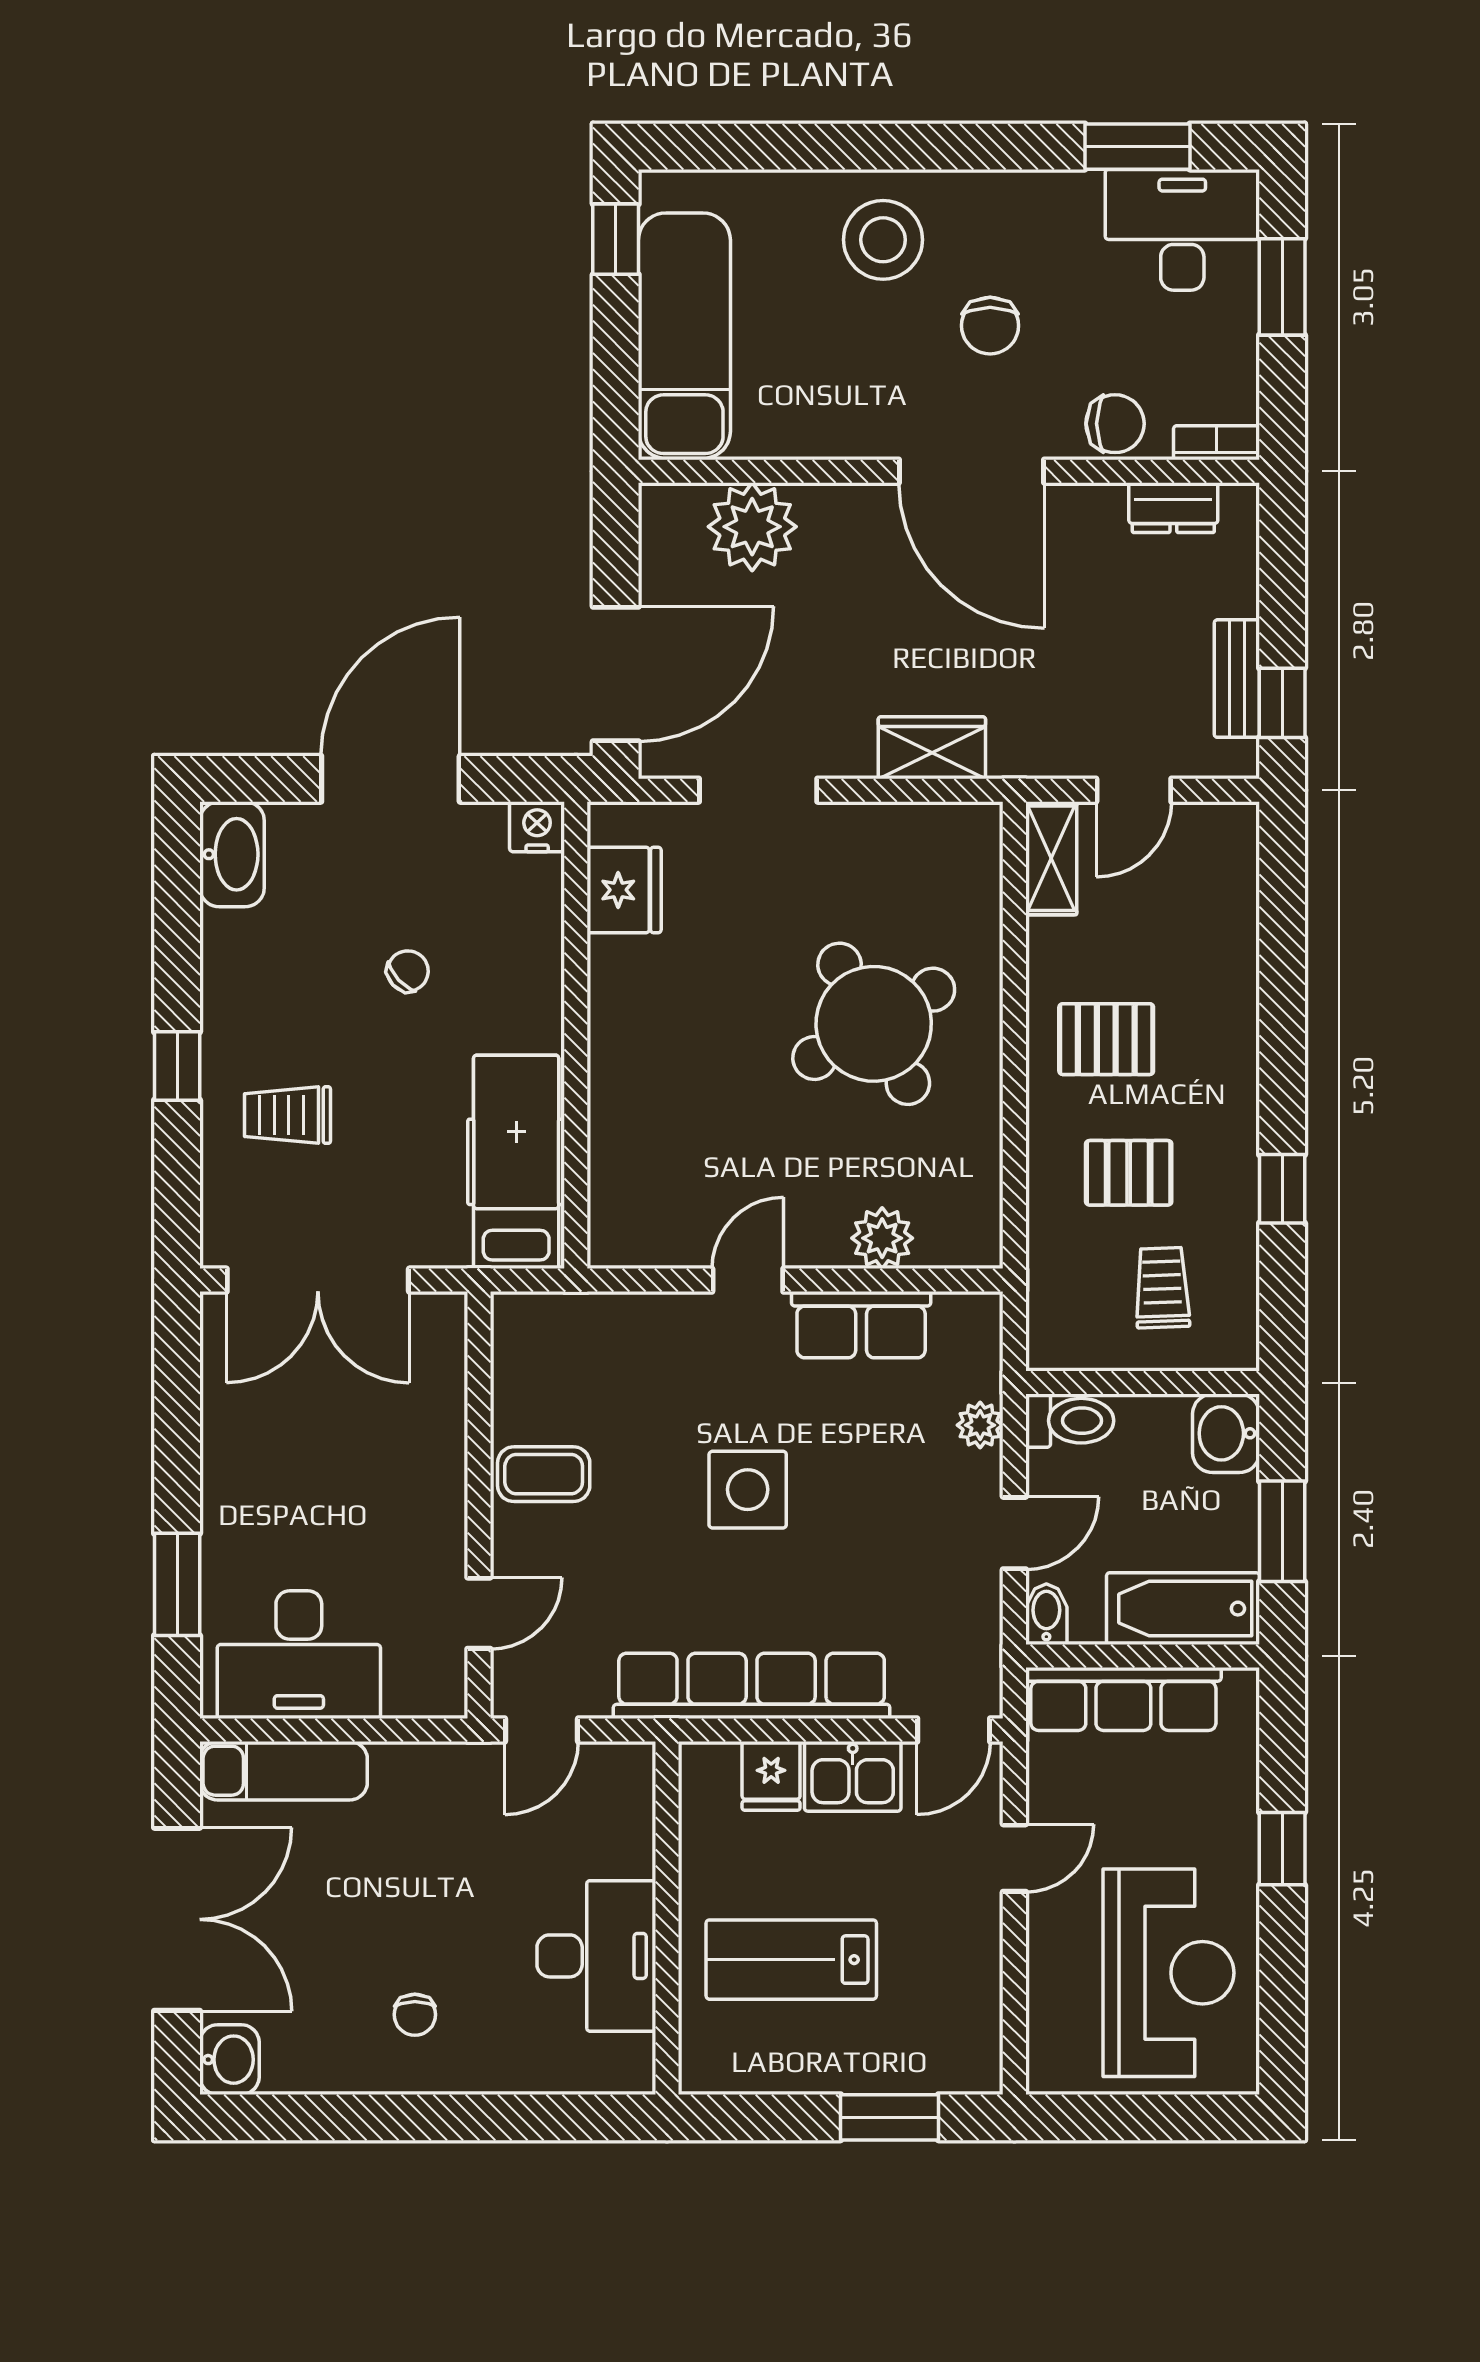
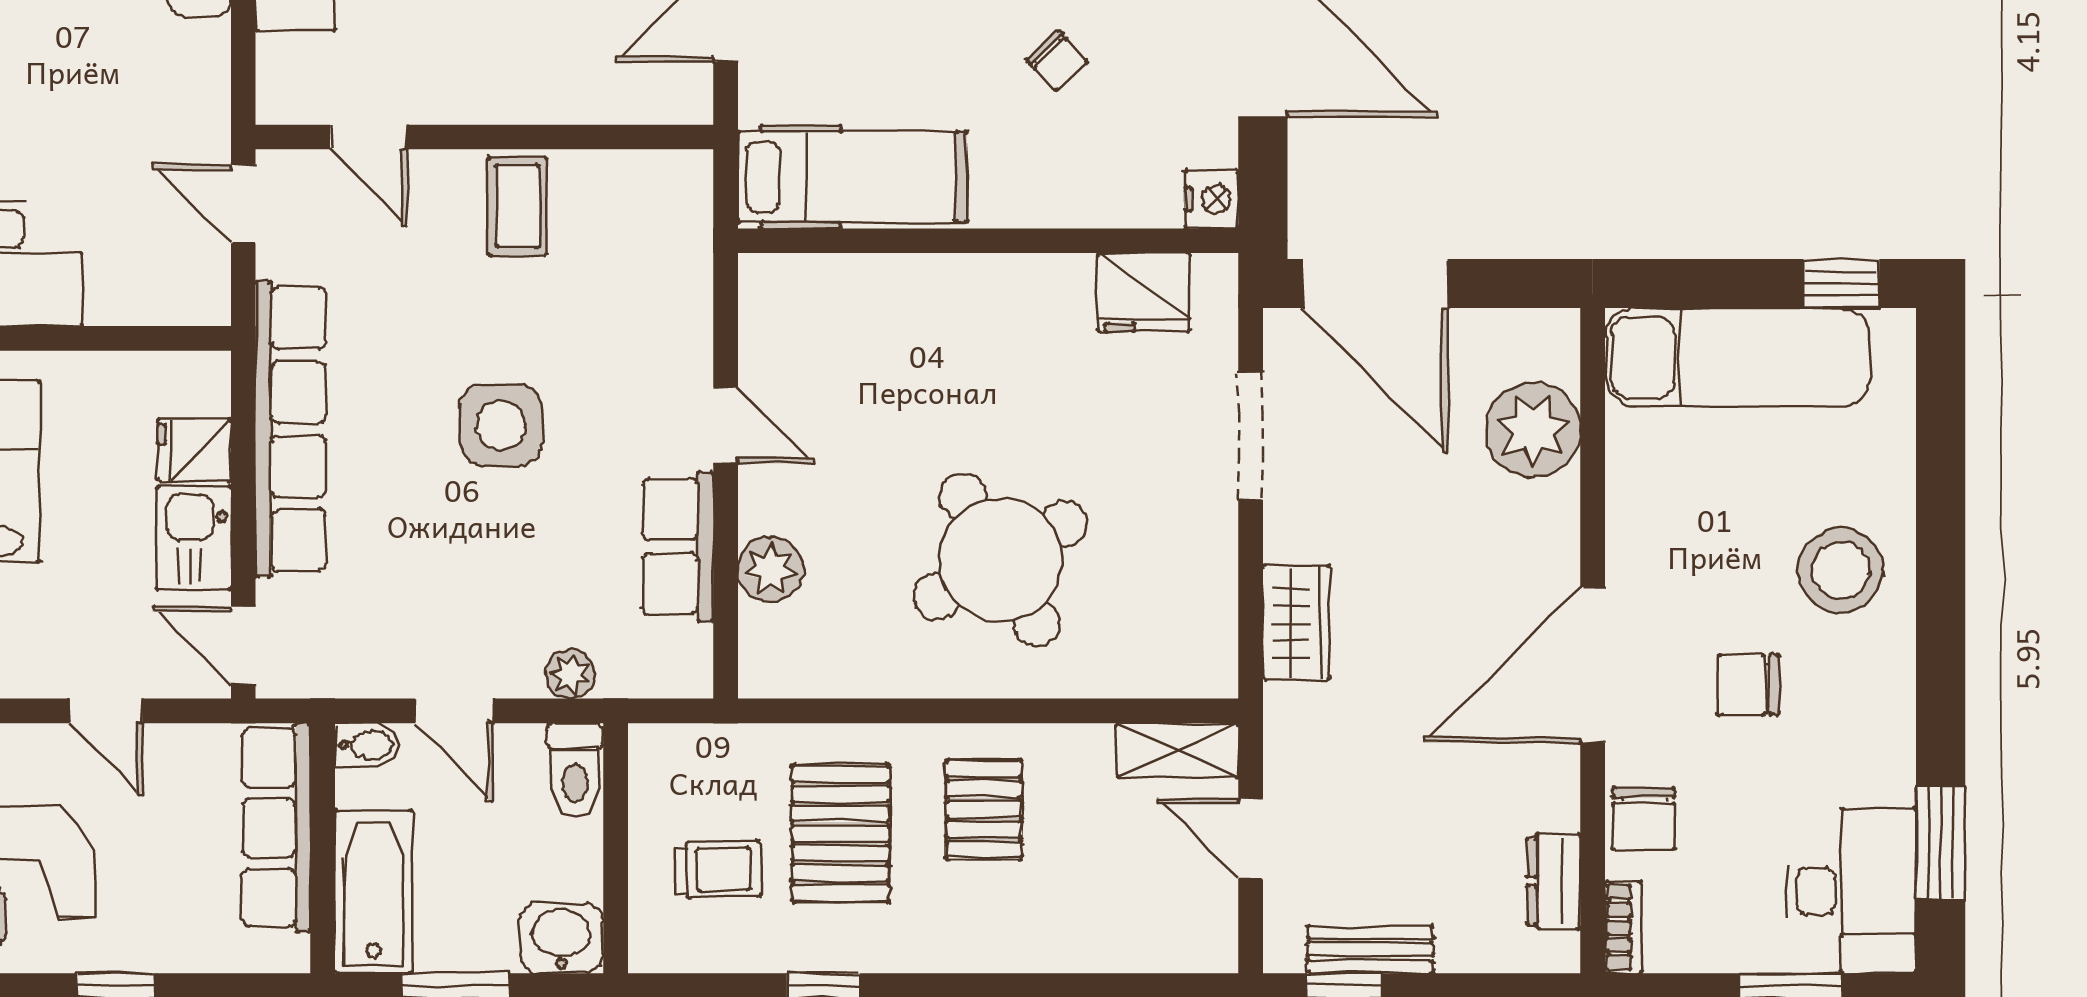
pallet: (1129, 1173) -> (841, 833), width x1.50, depth x1.42

